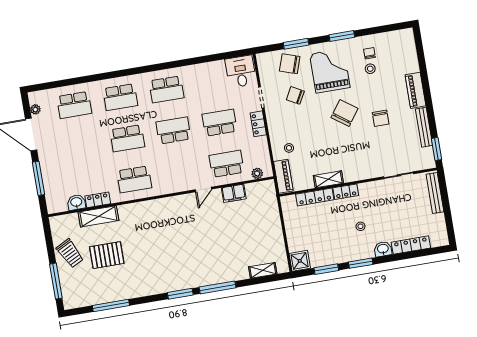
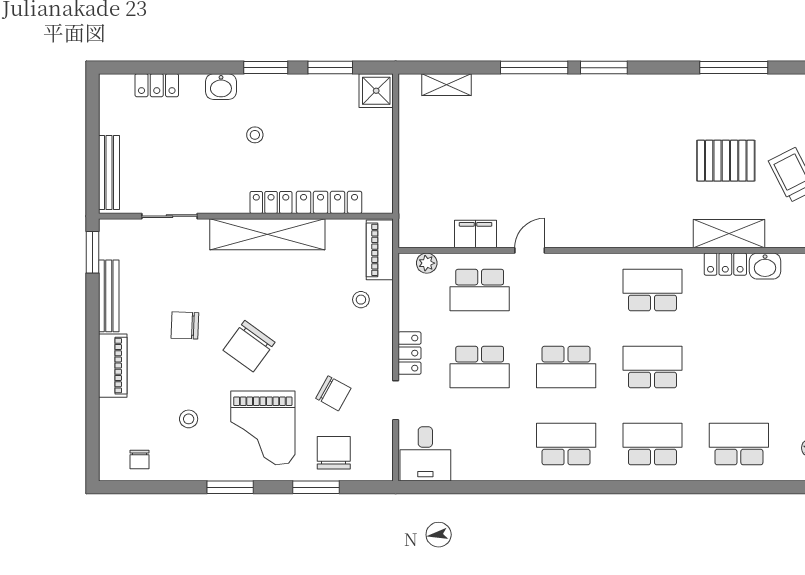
chair: (369, 53) -> (140, 460), moved
chair: (290, 64) -> (334, 453), turned -109
chair: (381, 118) -> (185, 325), turned -88
shelving: (328, 179) -> (267, 234), width x2.20, depth x1.33
locker: (411, 245) -> (157, 85), width x0.66

